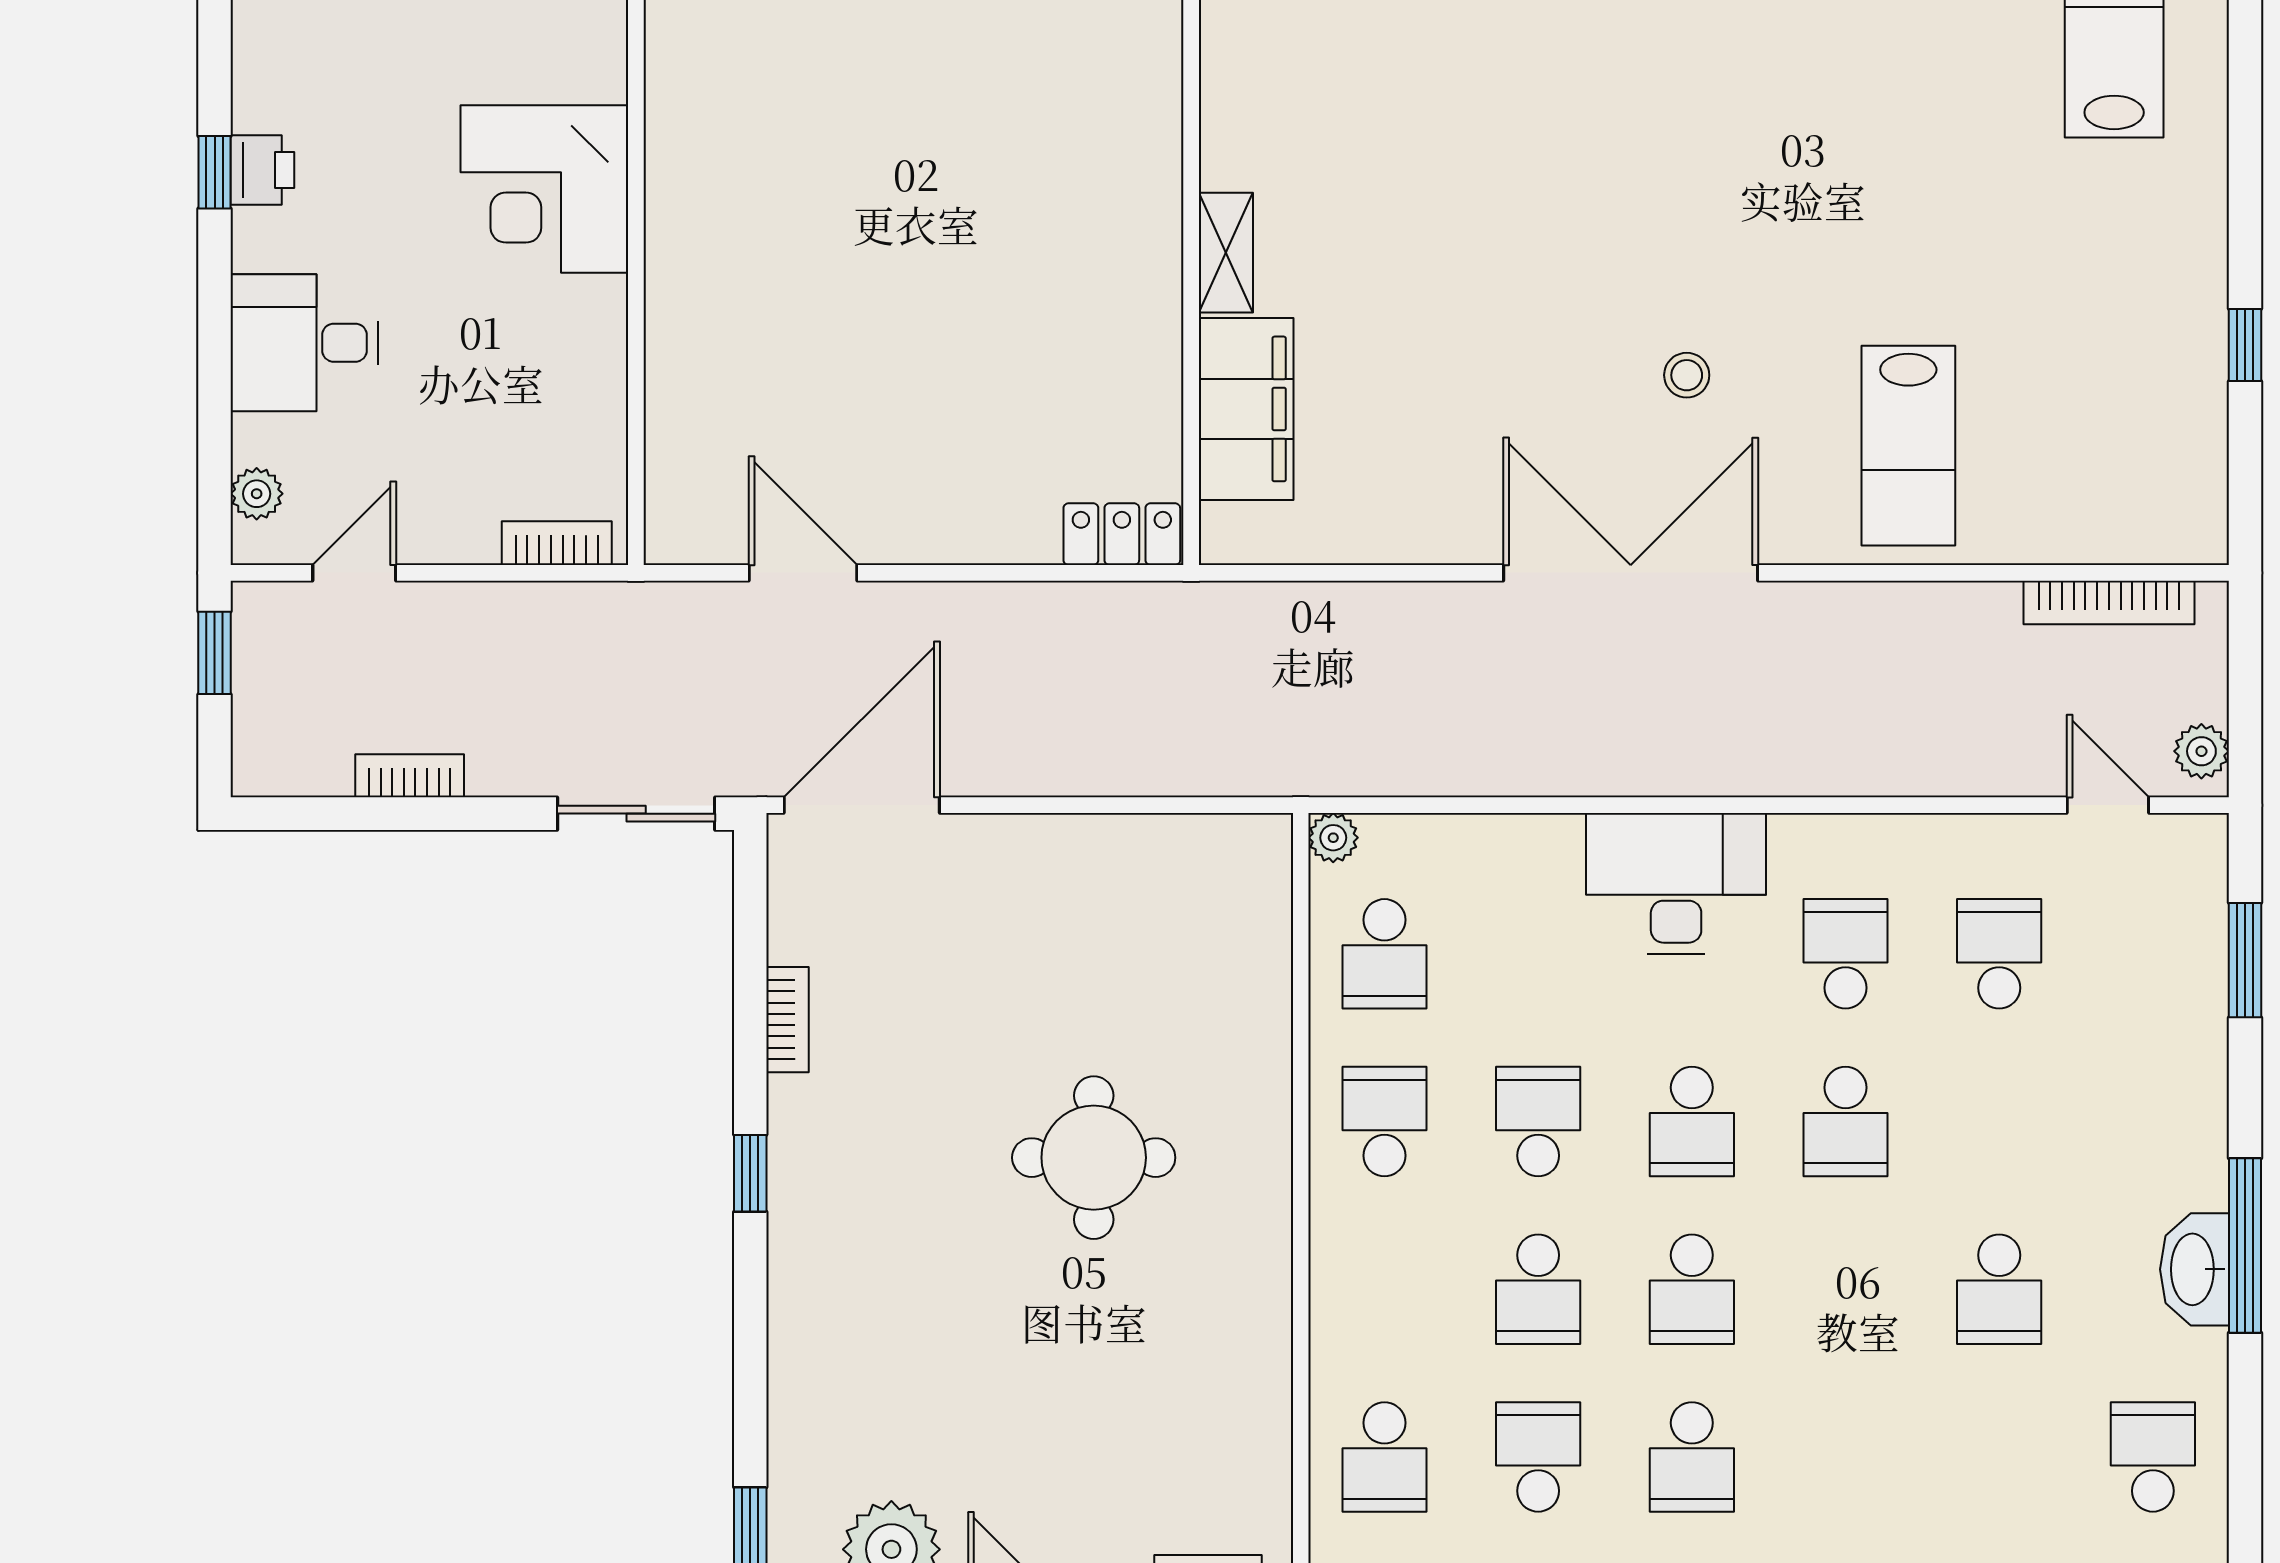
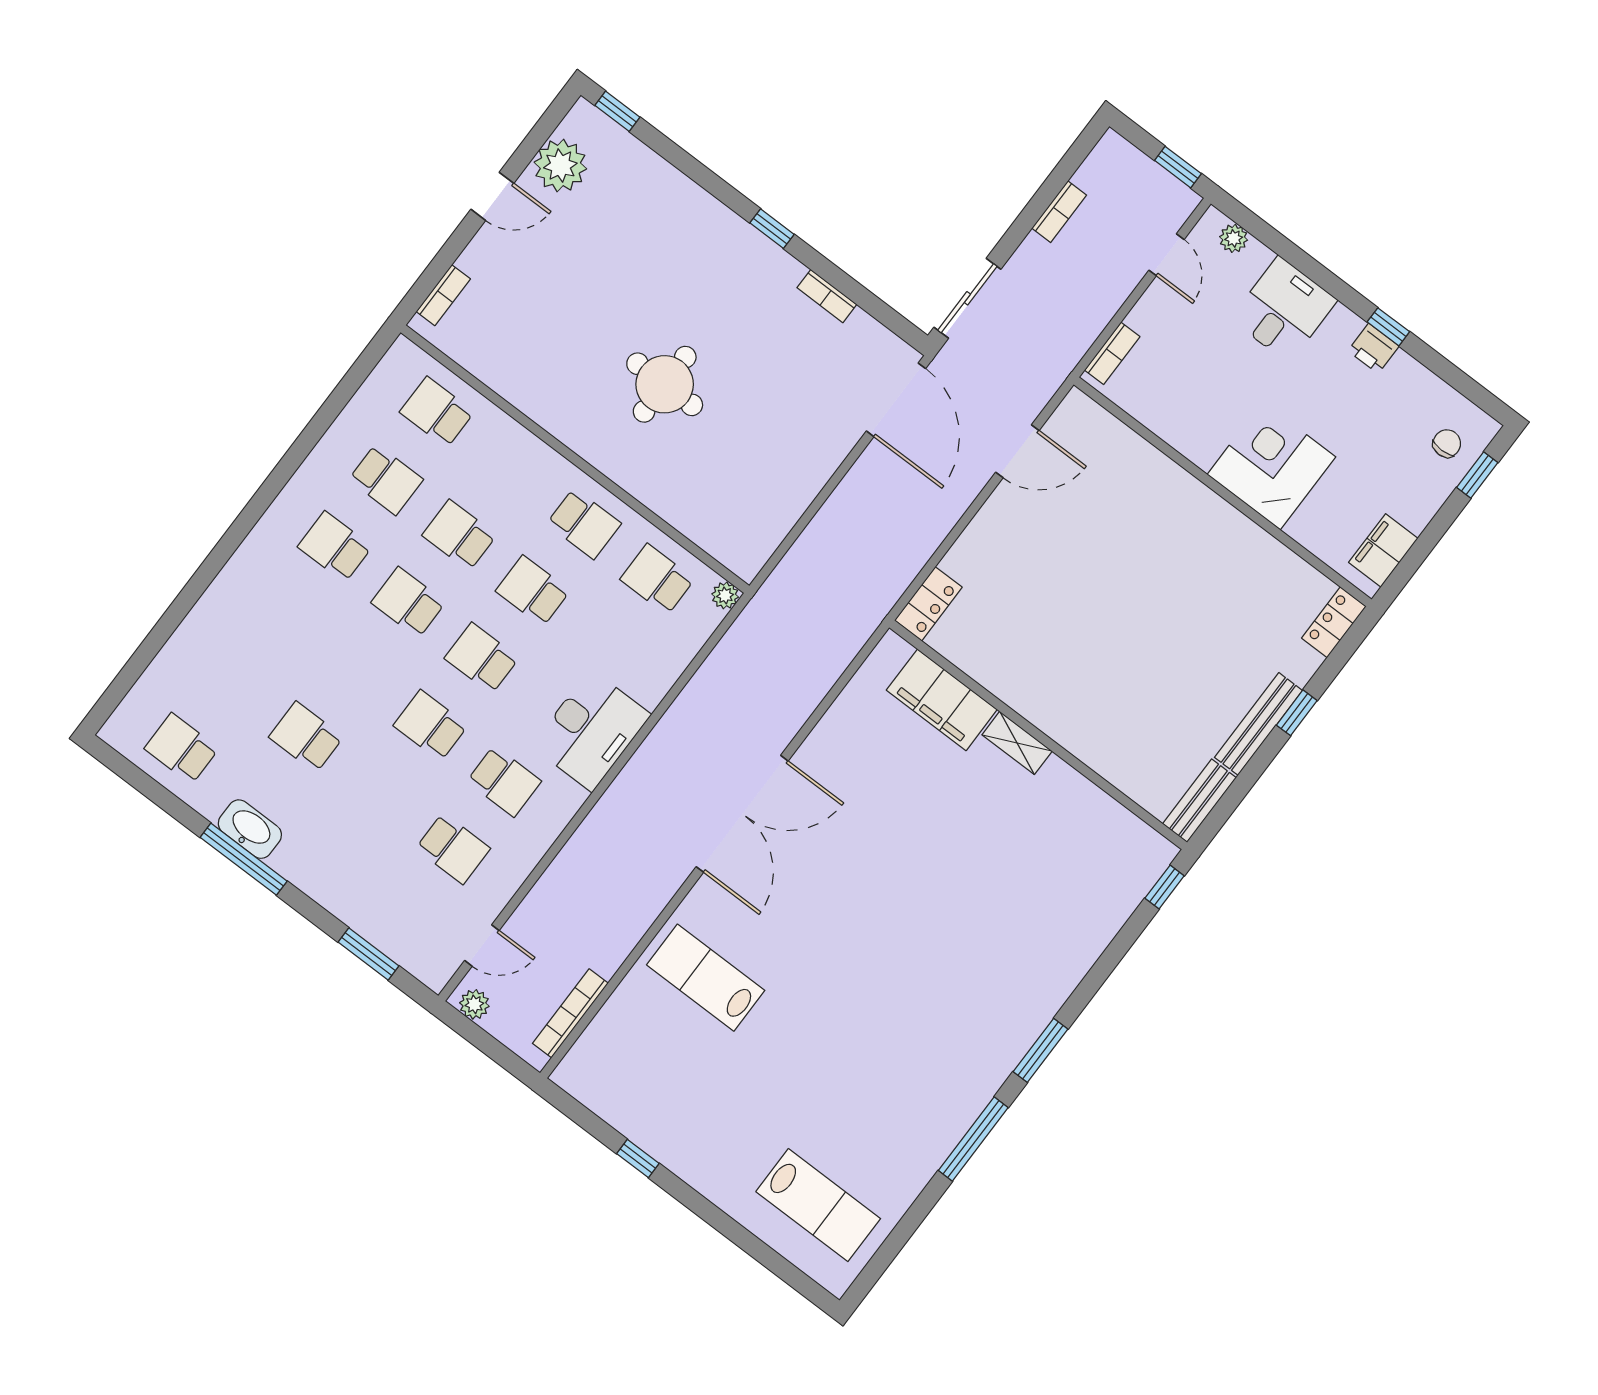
stool: (1687, 375) -> (810, 904), removed
school desk: (1538, 1122) -> (533, 591), turned 180
school desk: (2153, 1457) -> (182, 749), turned 180

